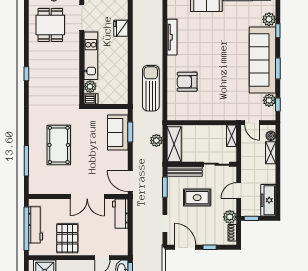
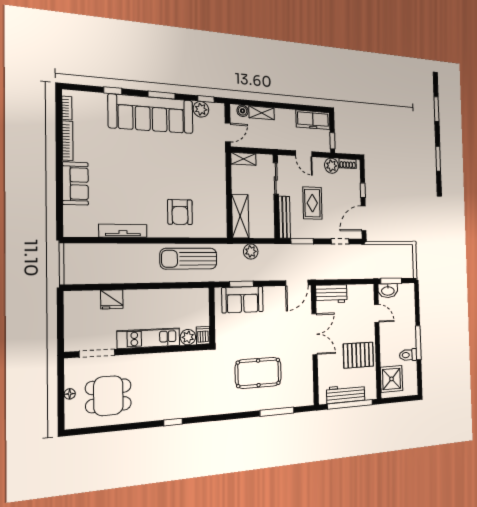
plant: (269, 19) -> (98, 101), removed
shelving: (174, 144) -> (240, 216), moved, turned 90

